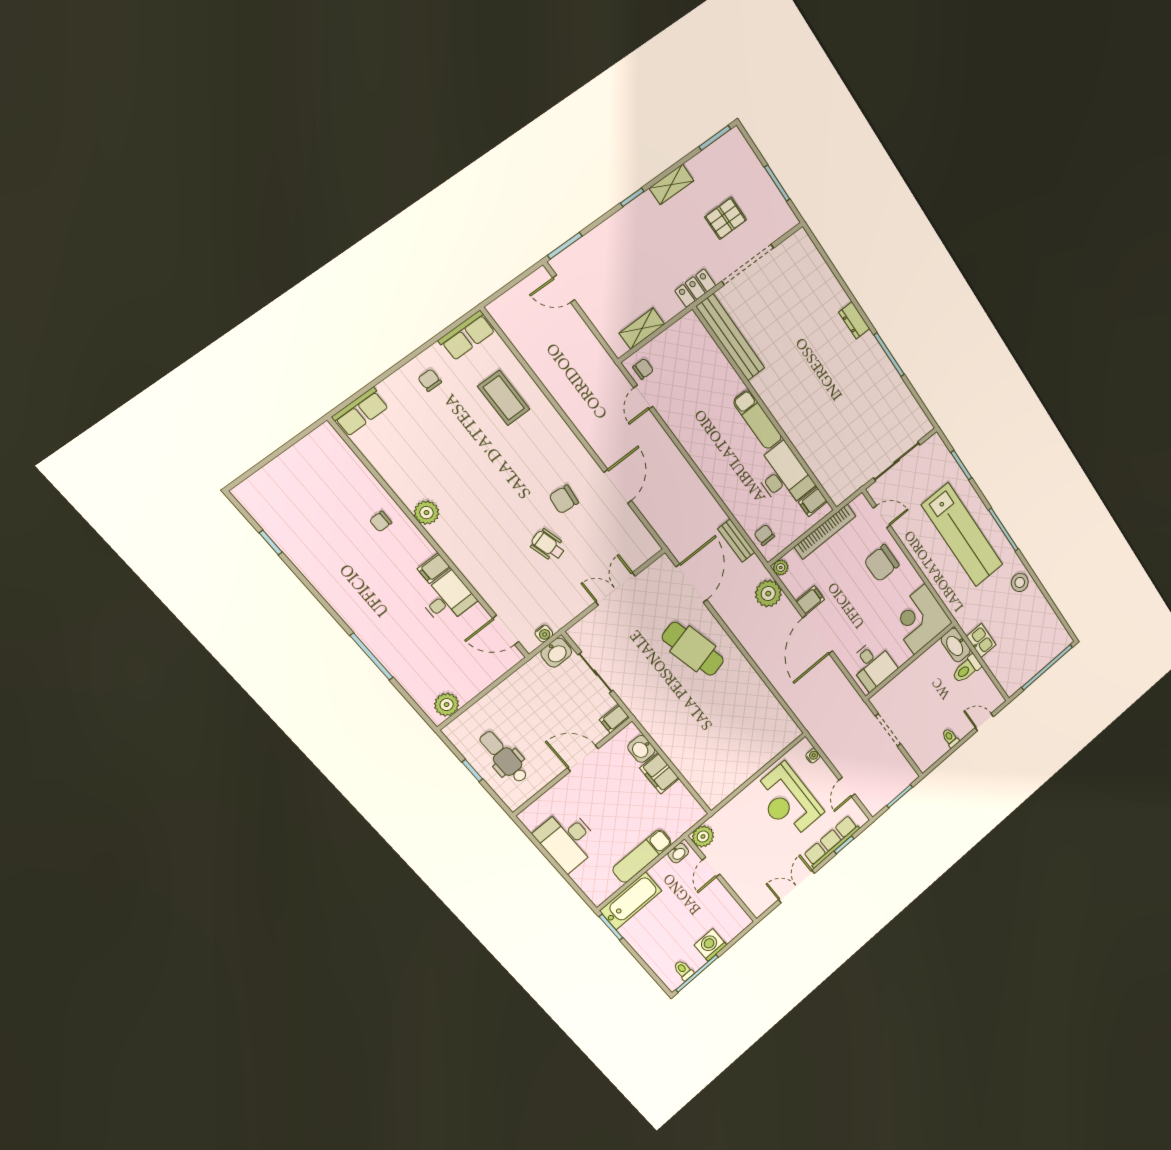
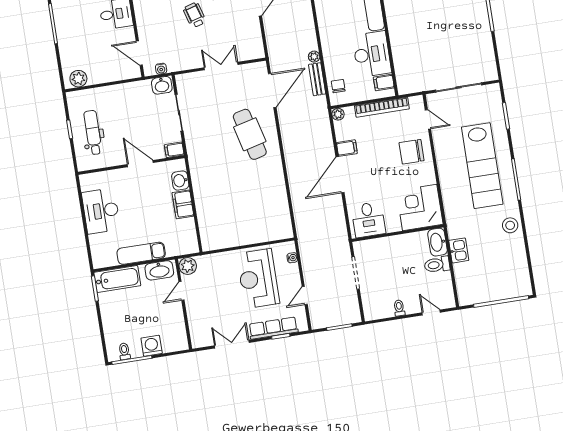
plant: (768, 594) -> (314, 57), moved, width x0.53, depth x0.53
washbasin: (678, 853) -> (159, 270), width x1.91, depth x1.45

